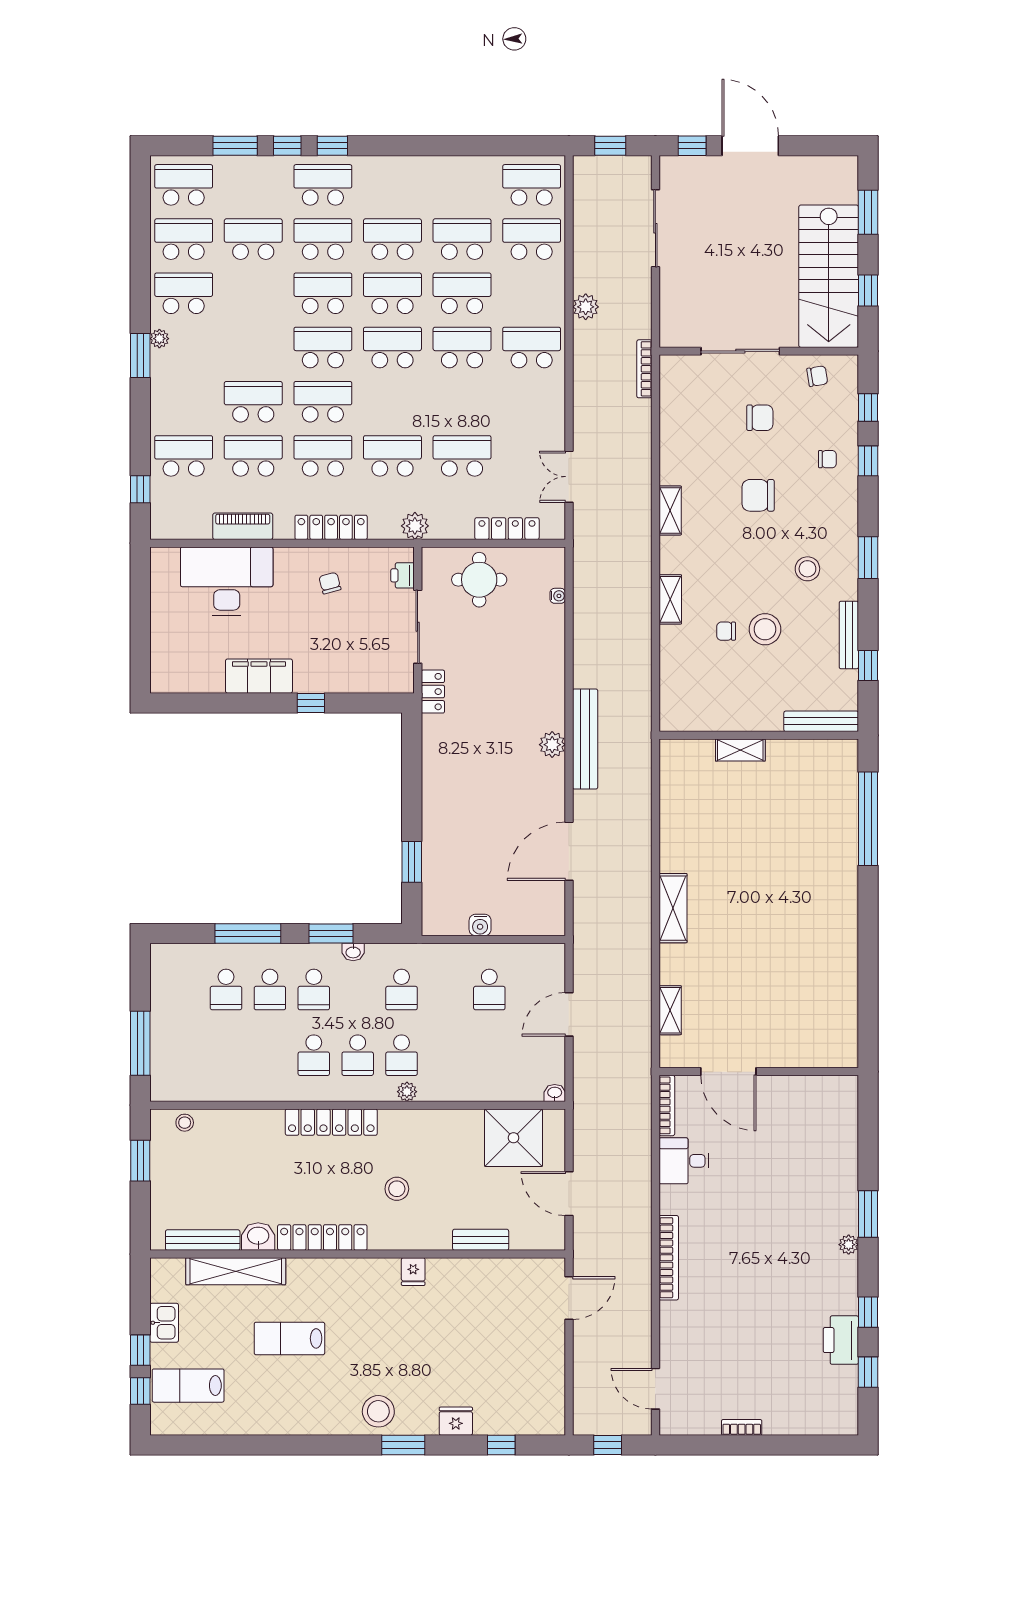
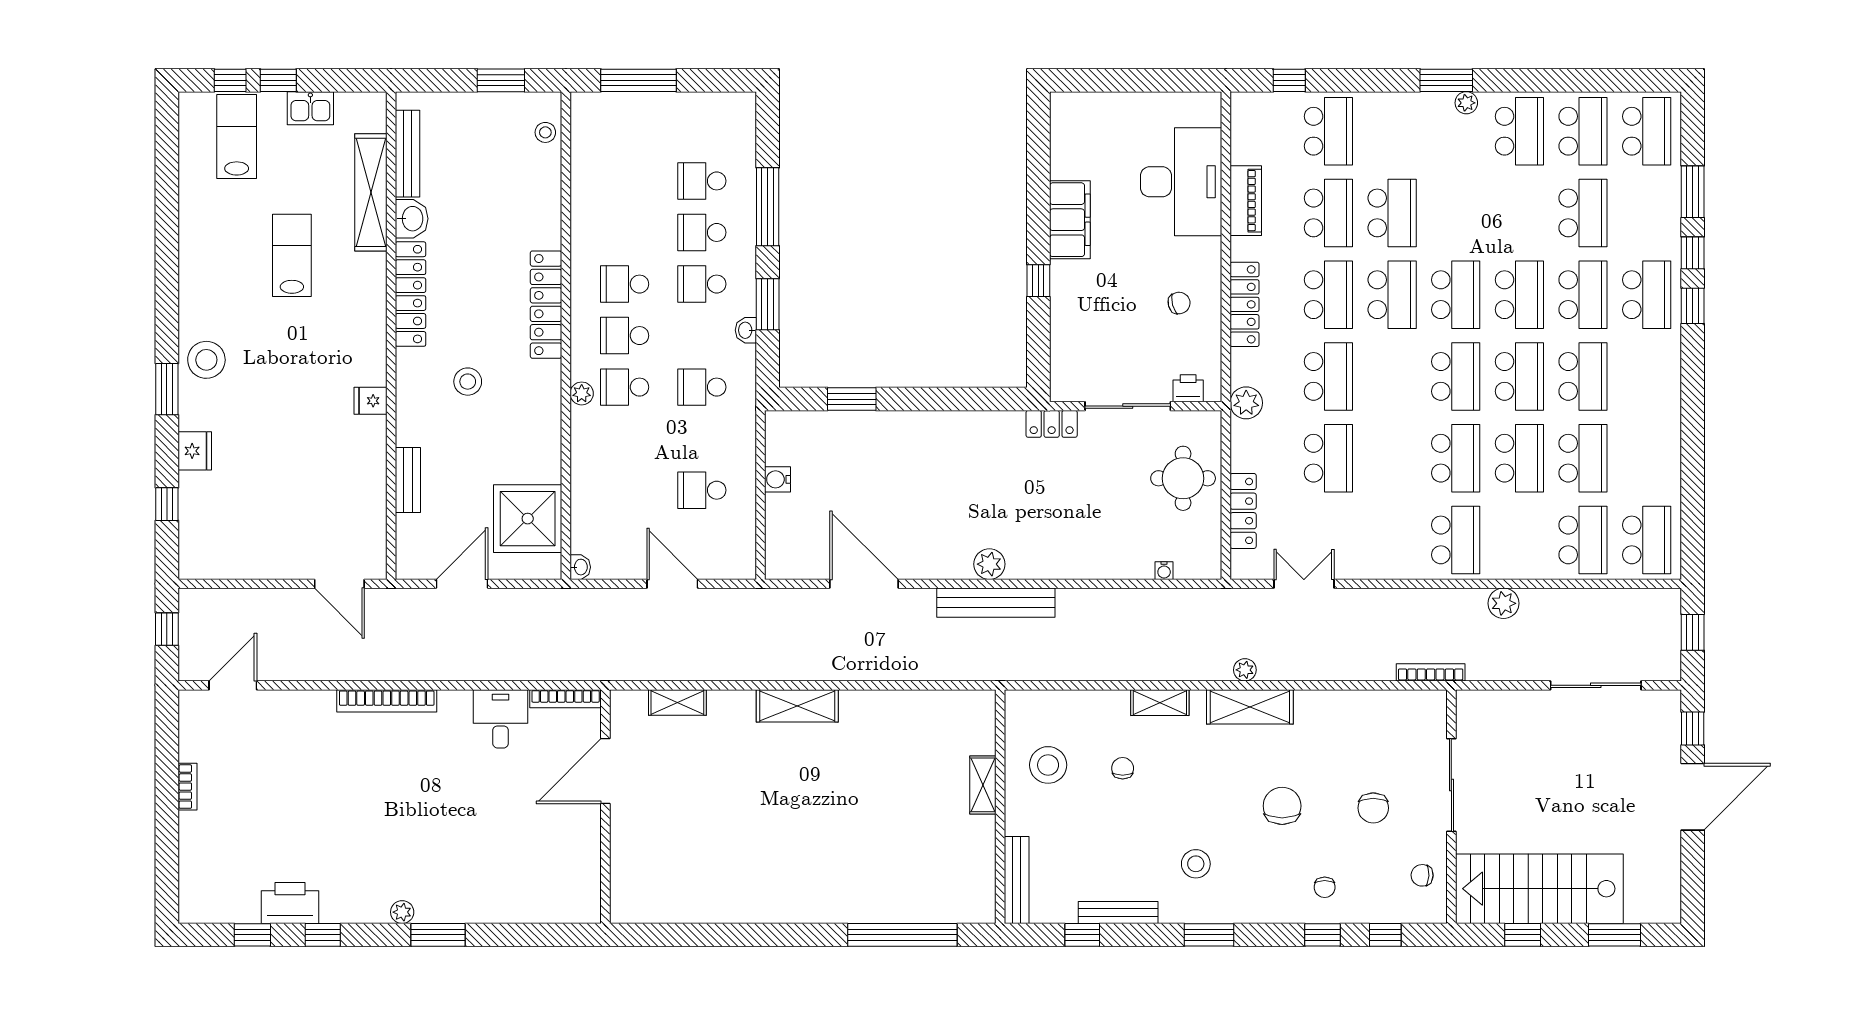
chair: (817, 376) -> (1422, 875), turned 101
shelving: (670, 510) -> (1250, 707), width x1.50, depth x1.33
plant: (642, 527) -> (1245, 670), added
stool: (765, 629) -> (1048, 765), moved

